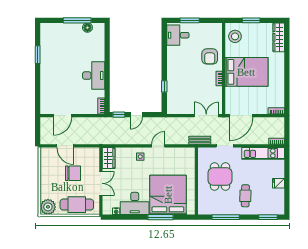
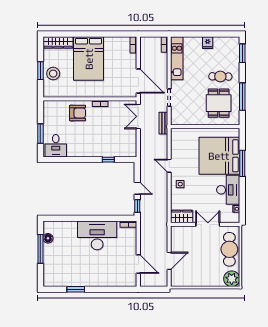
stool: (235, 36) -> (53, 74), moved
bed: (246, 72) -> (89, 59), moved, turned 180
desk: (94, 76) -> (97, 235), width x1.36, depth x1.30
chair: (73, 173) -> (197, 253), removed
dining table: (220, 176) -> (219, 103), moved, turned 90

